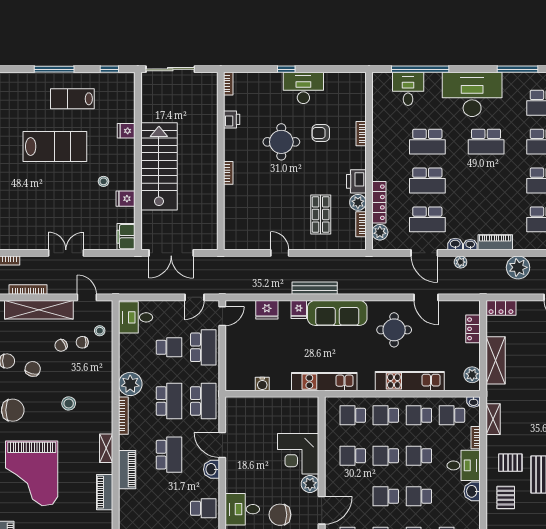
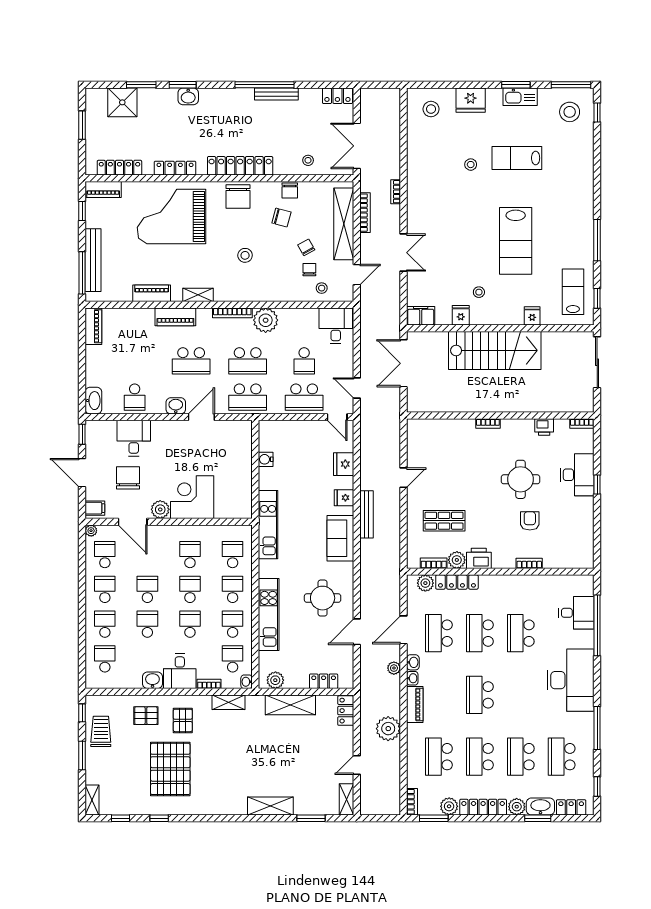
desk: (303, 88) -> (577, 475), moved
lab bench: (72, 99) -> (573, 292), moved
school desk: (486, 142) -> (480, 695), moved
sofa: (337, 313) -> (340, 538), width x0.73

